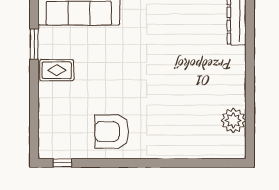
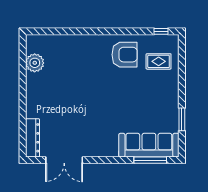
rug: (57, 70) -> (159, 61), moved

